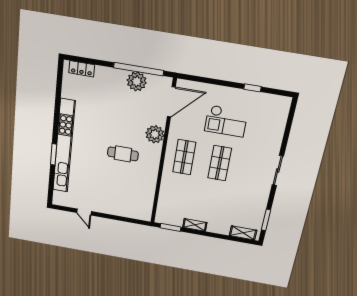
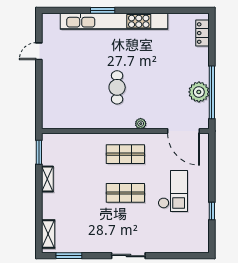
checkout: (226, 121) -> (173, 191), turned 180
plant: (155, 134) -> (141, 124), width x0.53, depth x0.53

